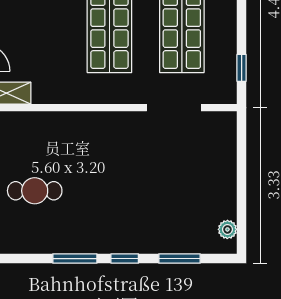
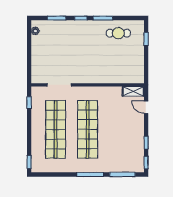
cafe table: (35, 191) -> (118, 33), moved

